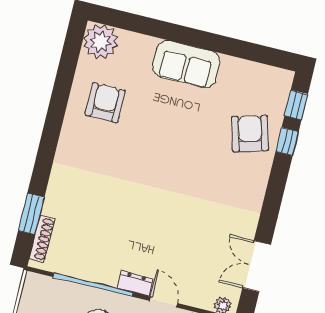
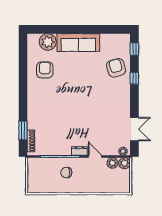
plant: (101, 42) -> (48, 42), moved
sofa: (186, 64) -> (78, 43), width x1.36
window: (287, 142) -> (134, 78), moved
double door: (257, 266) -> (134, 129), swing flipped

